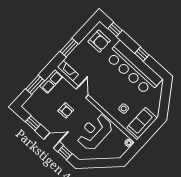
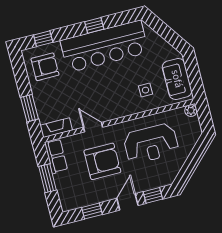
armchair: (66, 110) -> (102, 161), width x1.88, depth x1.88
reception desk: (94, 132) -> (151, 144), turned -90

